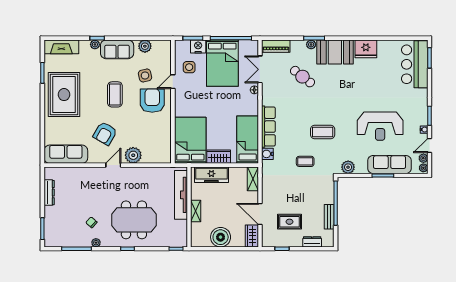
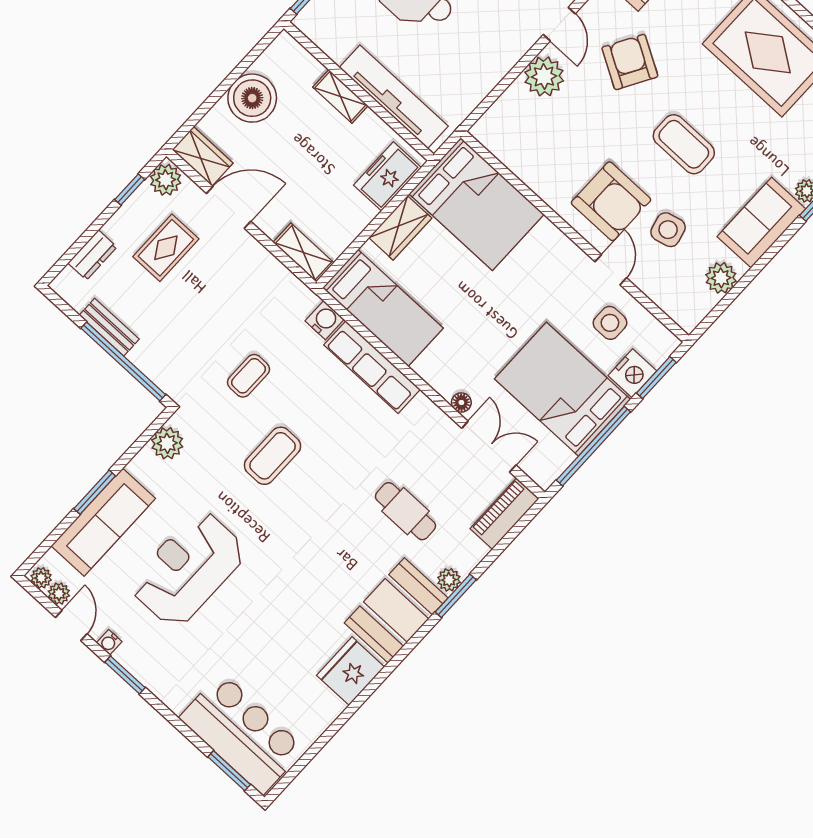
cafe table: (302, 77) -> (406, 511), turned 52
freezer: (211, 175) -> (388, 176), width x0.71
plant: (269, 241) -> (166, 180), added

